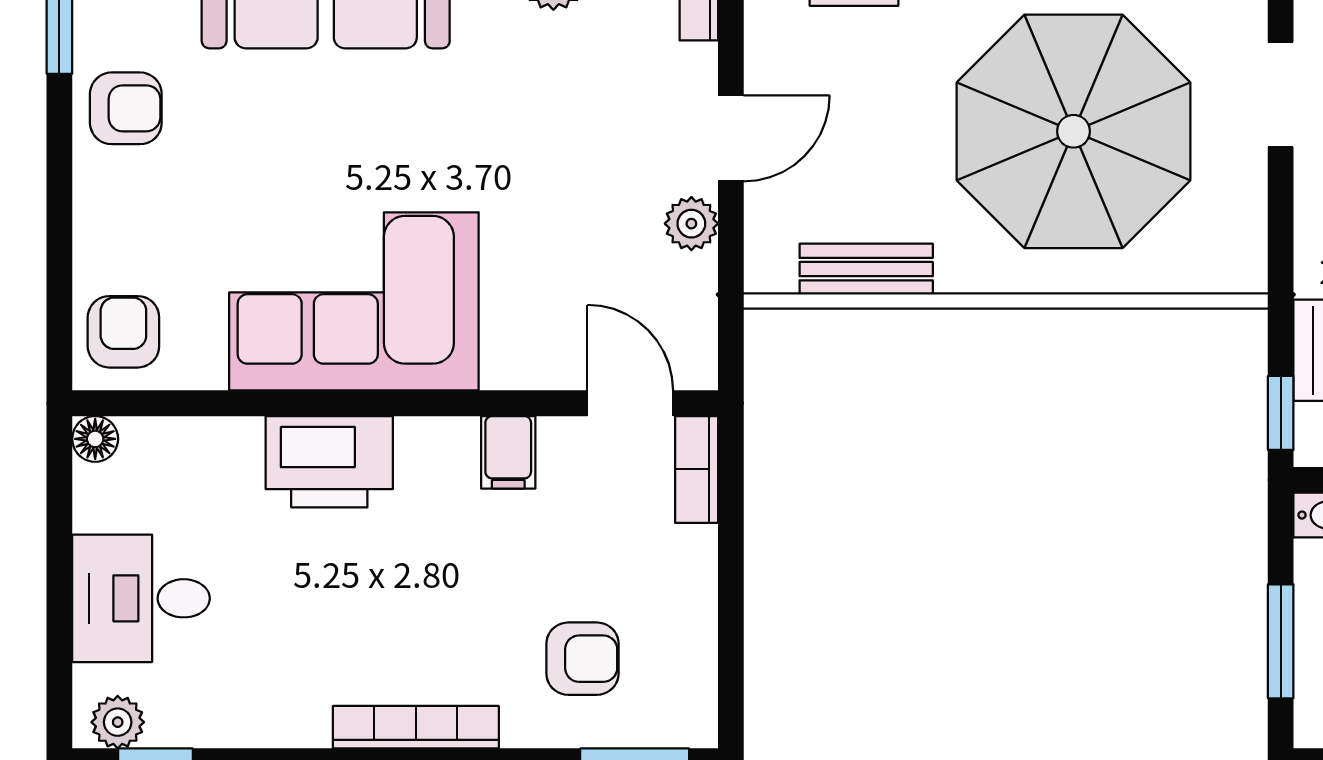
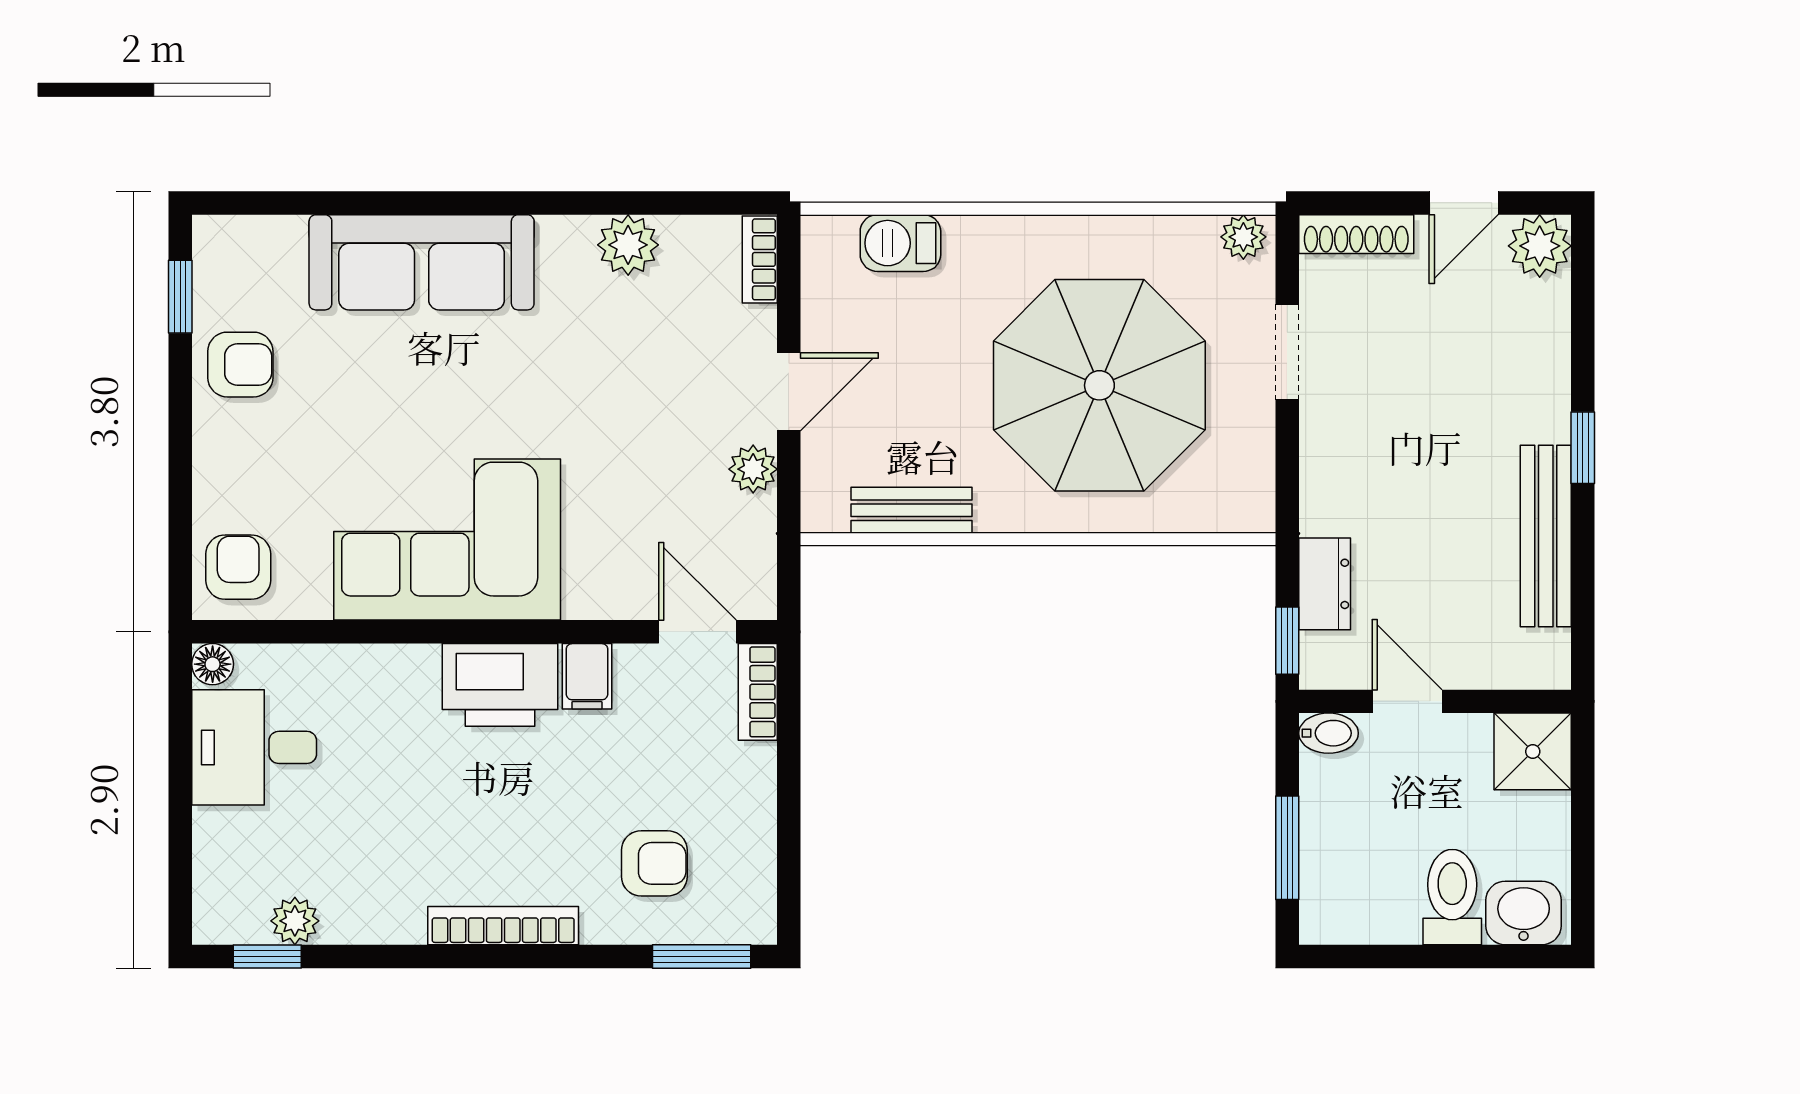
printer: (329, 462) -> (500, 685), moved
desk: (141, 598) -> (254, 747), moved
plant: (118, 722) -> (295, 921), moved

